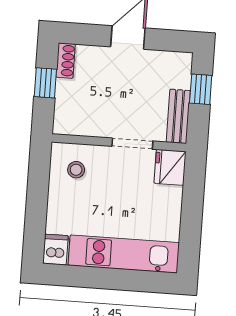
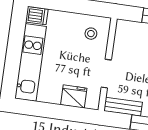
fridge: (170, 167) -> (74, 96), moved

